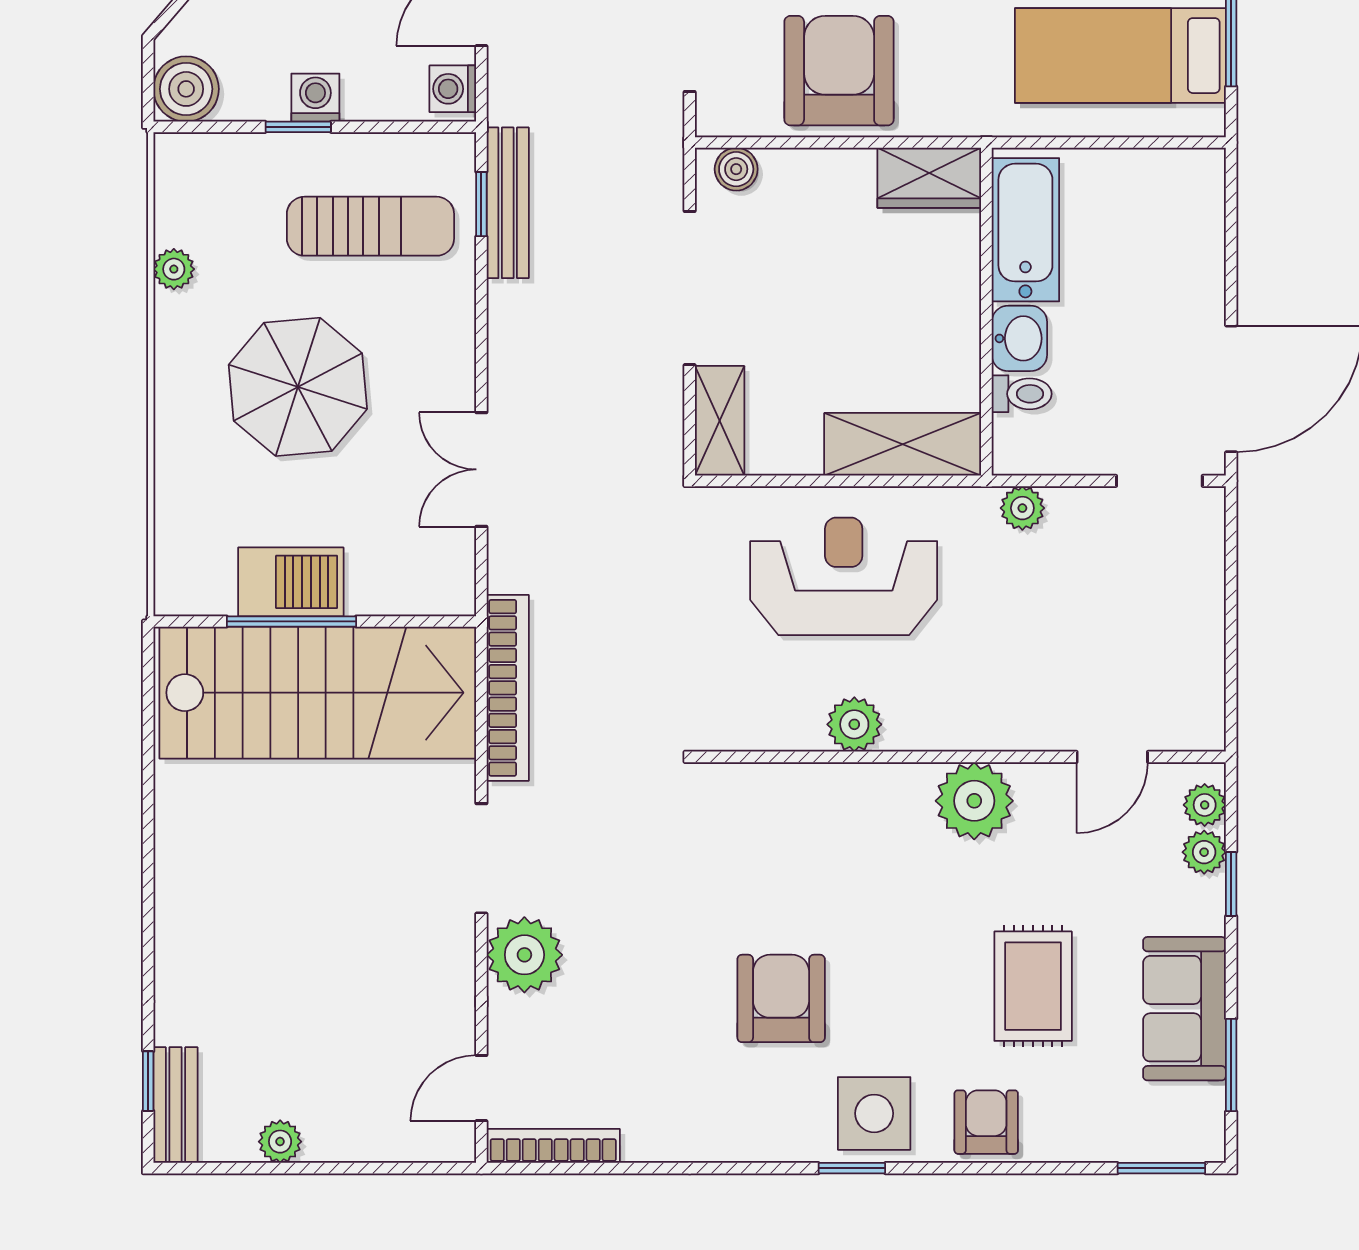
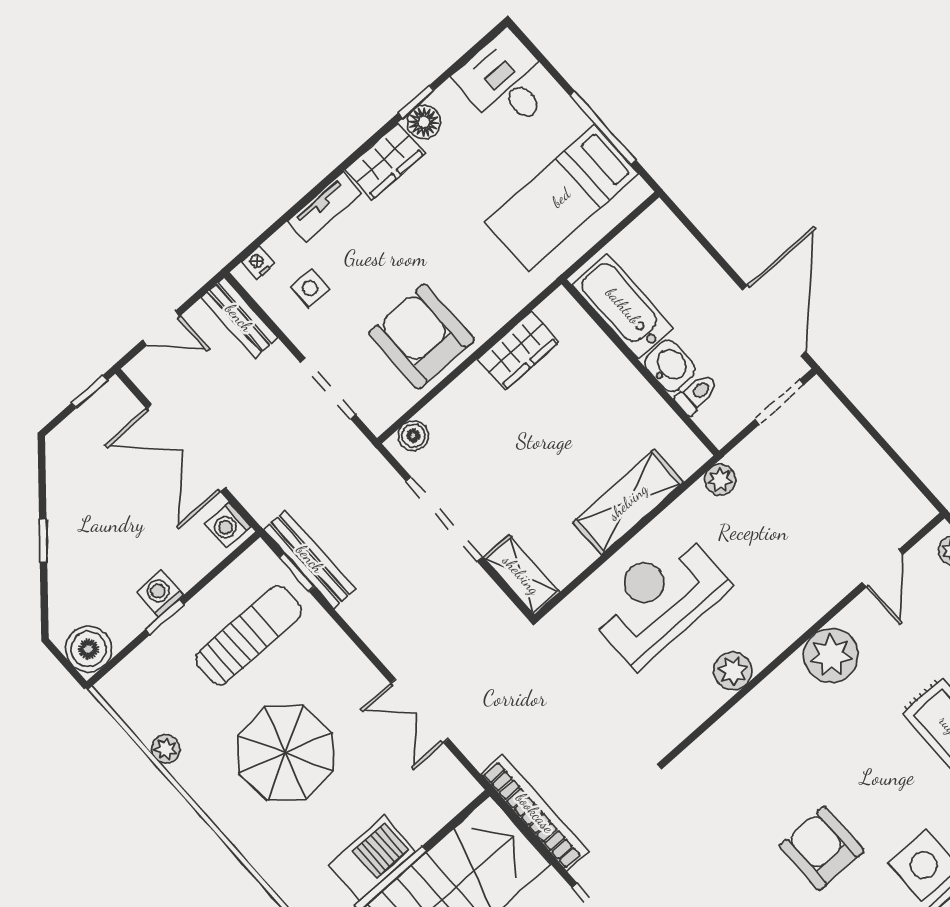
bathtub: (1025, 230) -> (623, 306), moved
wall: (986, 312) -> (640, 367), moved
washbasin: (1019, 338) -> (670, 366), moved
toilet: (1022, 394) -> (697, 394), moved

